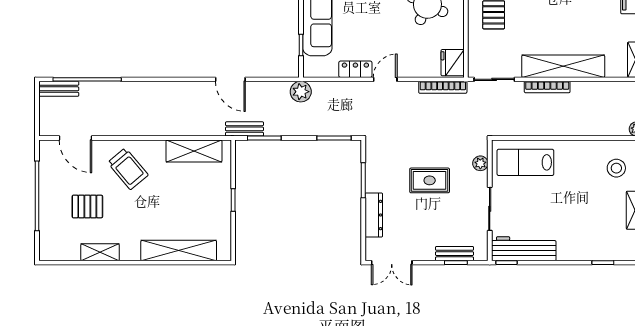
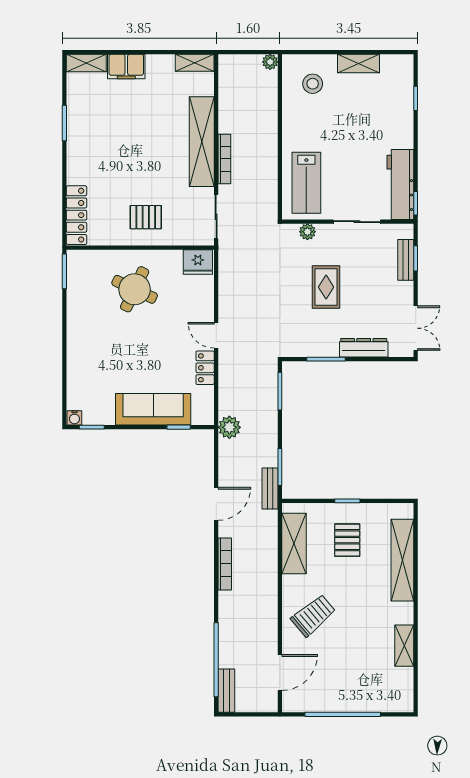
bookcase: (443, 87) -> (225, 564), moved
pallet: (87, 207) -> (347, 540), moved

